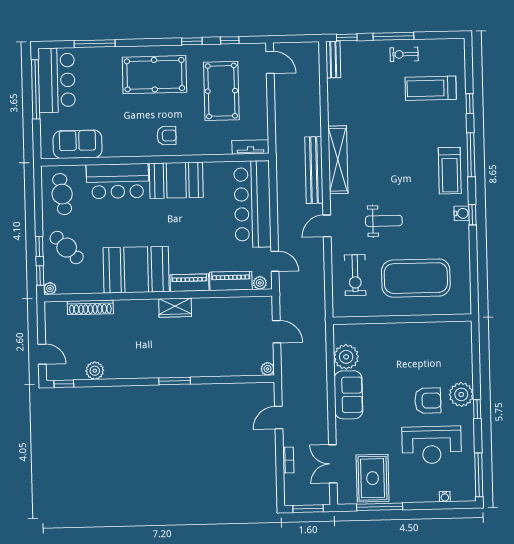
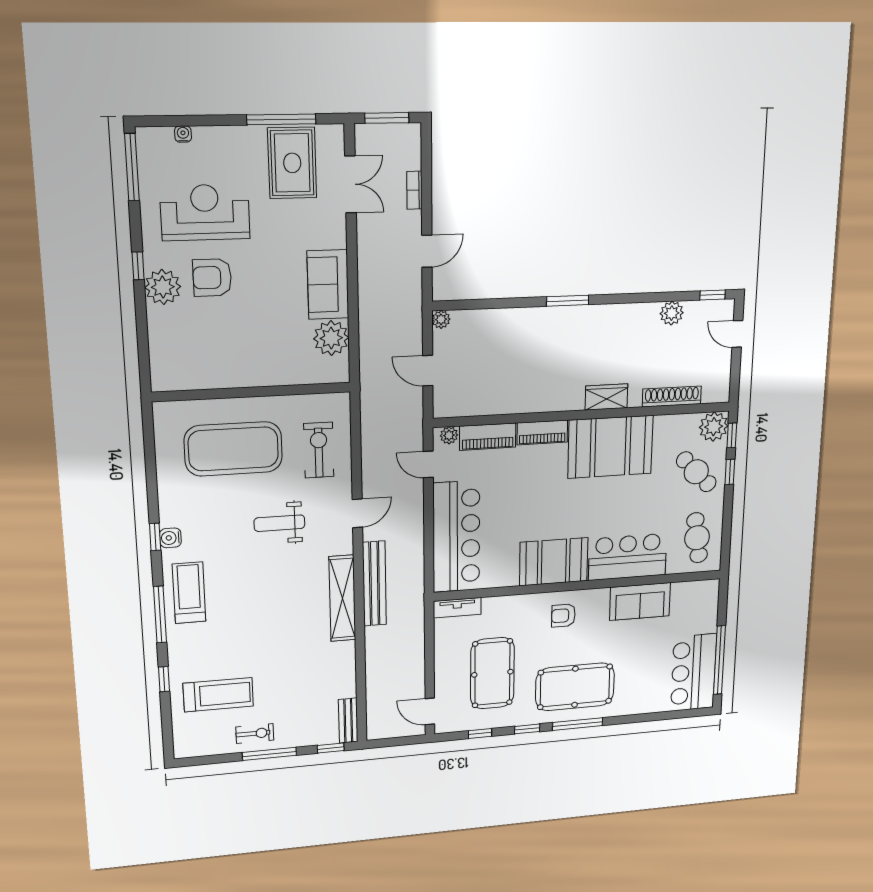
window: (95, 44) -> (578, 724), moved
sofa: (78, 144) -> (640, 602), moved
plant: (50, 288) -> (714, 427), width x1.88, depth x1.88
wardrobe: (175, 308) -> (606, 397), moved

